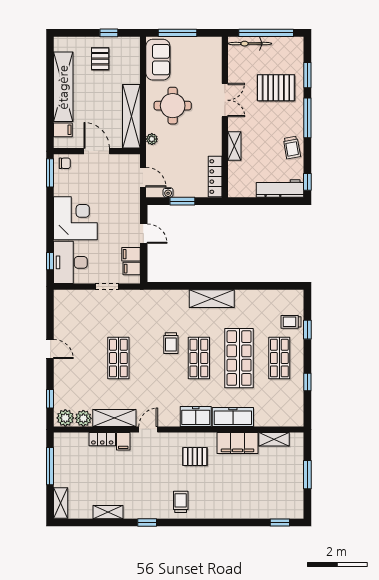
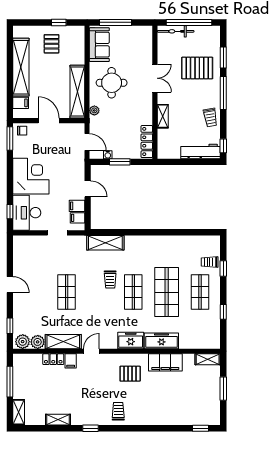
shelving: (212, 299) -> (105, 243), moved
shelving: (274, 439) -> (208, 359), moved

